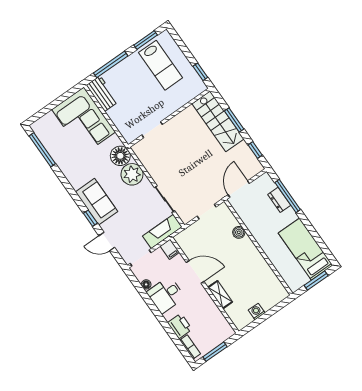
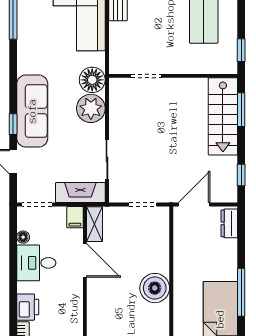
window: (234, 120) -> (241, 110), moved
window: (288, 196) -> (241, 292), moved
dresser: (279, 200) -> (229, 223), moved
sofa: (97, 202) -> (32, 111), width x1.36
boiler: (239, 232) -> (155, 288), moved, width x1.86, depth x1.86
shelving: (220, 295) -> (95, 224), moved

